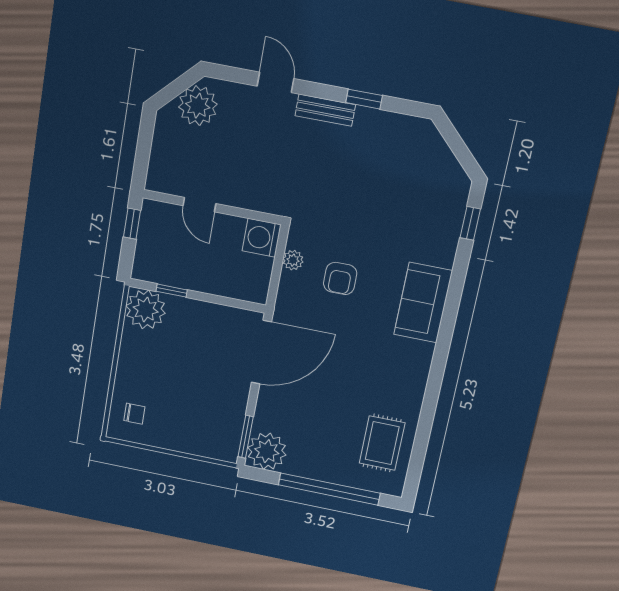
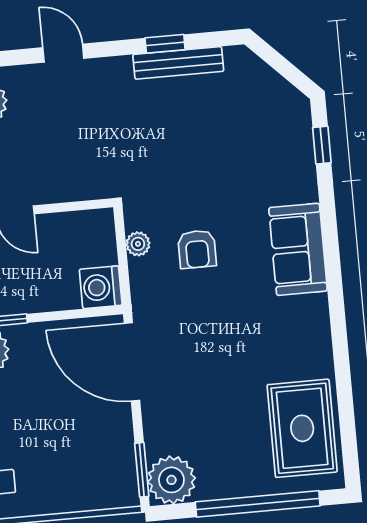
bench: (325, 110) -> (178, 63), moved, width x1.36
washing machine: (262, 238) -> (101, 287), moved
door: (261, 352) -> (132, 362), swing flipped
rug: (382, 443) -> (302, 428), width x1.36, depth x1.43

